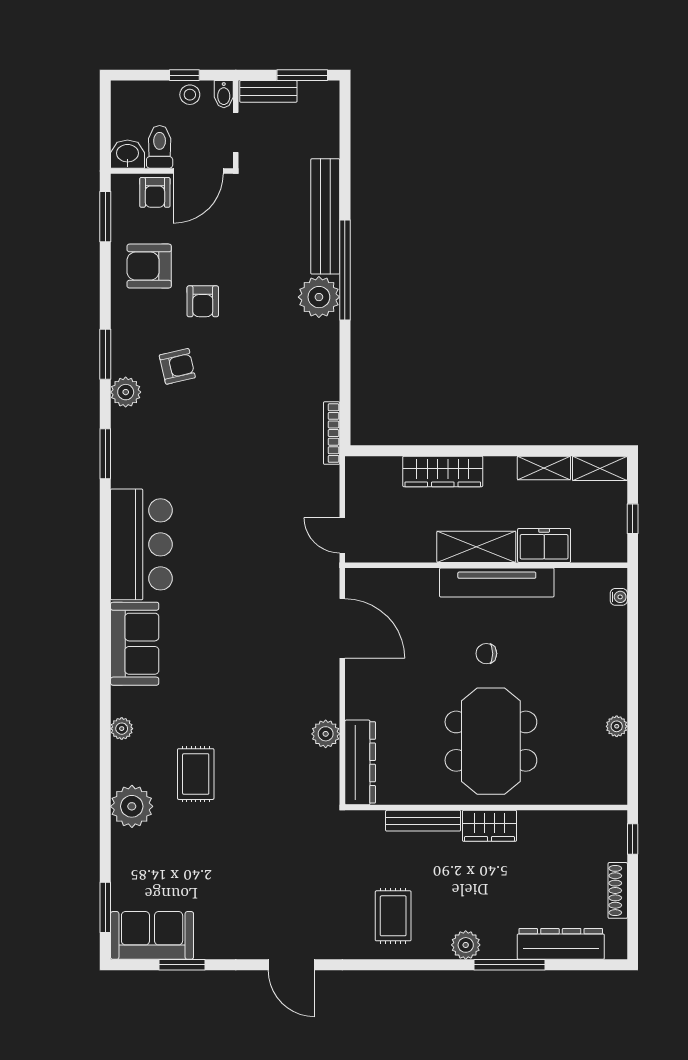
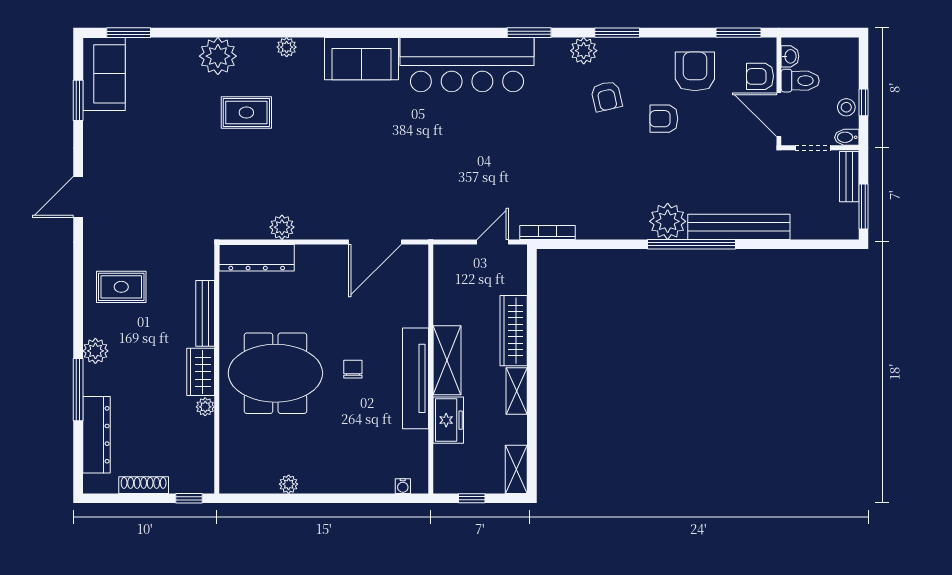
washbasin: (127, 154) -> (790, 56), width x0.72, depth x0.69
shelving: (544, 468) -> (517, 391), moved
door: (342, 535) -> (493, 242), moved
bar counter: (141, 544) -> (467, 65), width x1.36
plant: (529, 821) -> (205, 407), added

